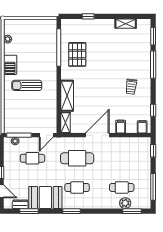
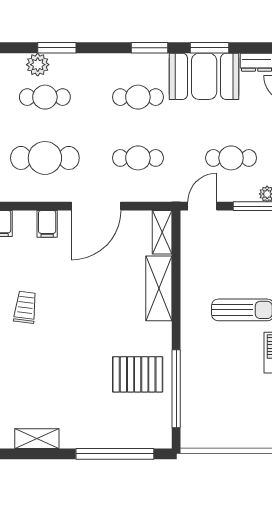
window: (88, 16) -> (115, 454), width x3.17
pallet: (77, 54) -> (138, 374), turned 90
cafe table: (77, 158) -> (138, 158), width x0.73, depth x0.74
cafe table: (122, 158) -> (45, 158), added
window: (29, 211) -> (209, 48), moved
window: (132, 211) -> (57, 48), moved

